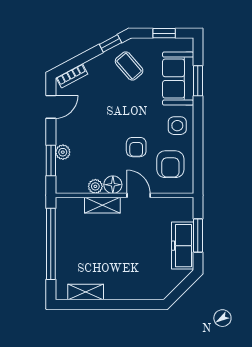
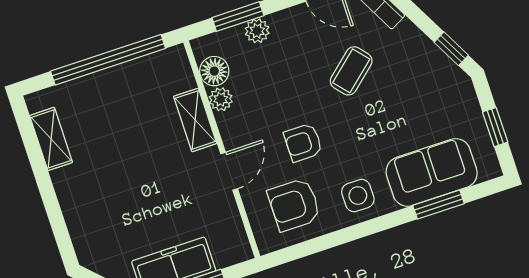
coffee table: (129, 66) -> (351, 71), moved
floor lamp: (113, 185) -> (214, 71), moved

